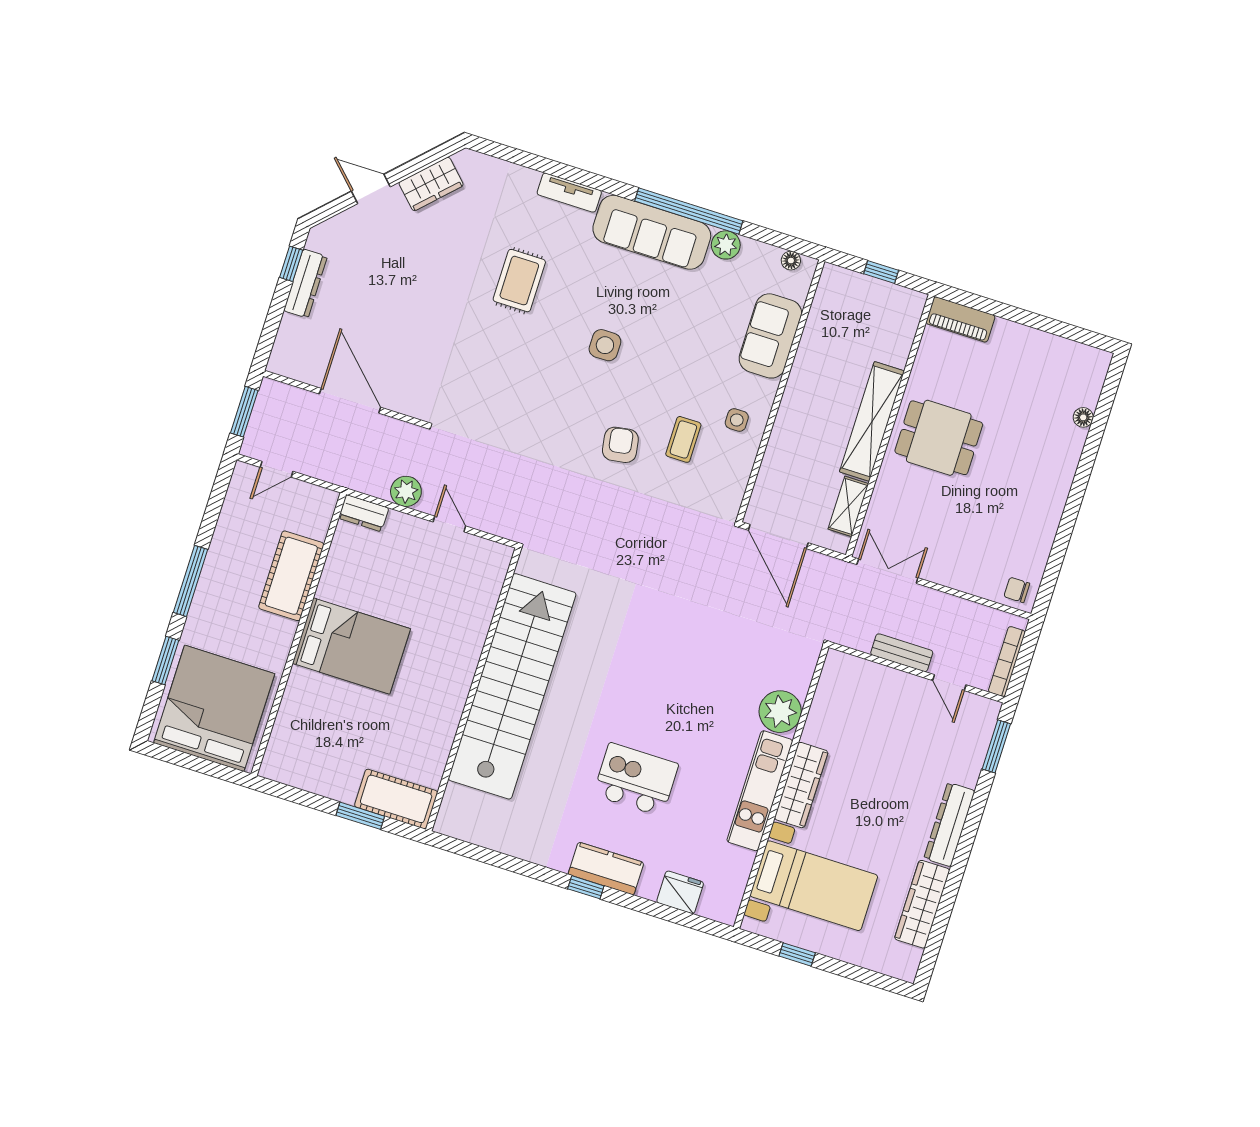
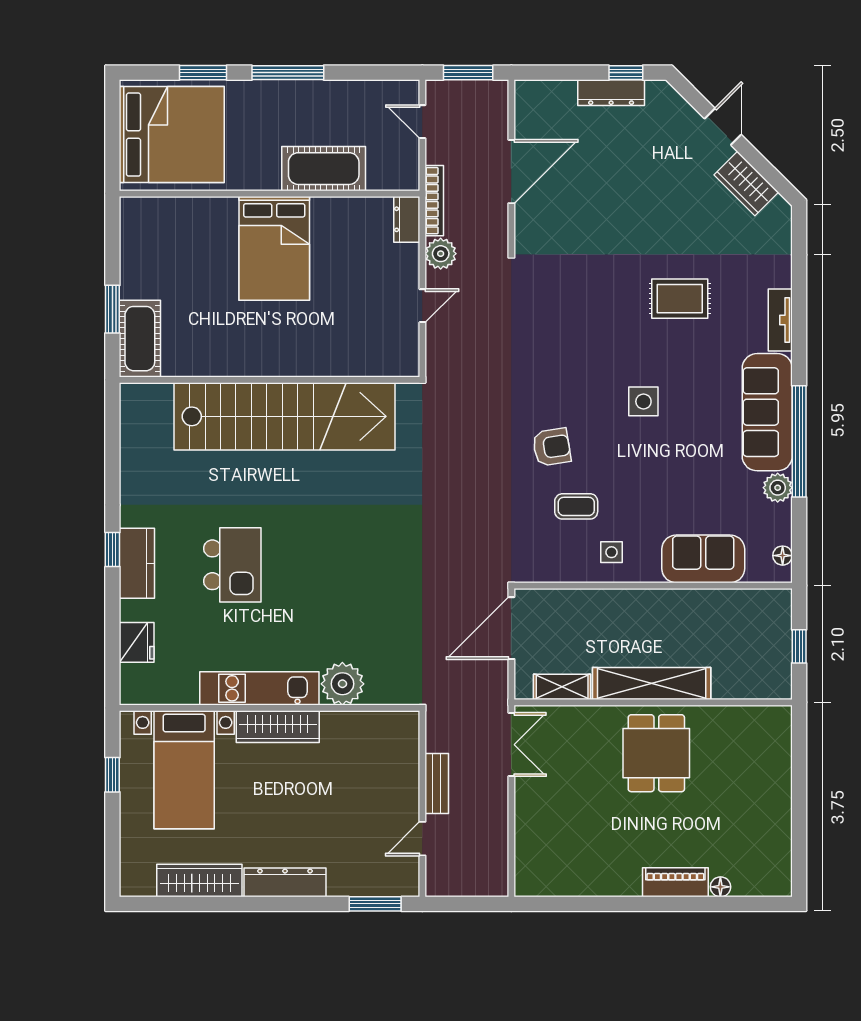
piano: (960, 319) -> (675, 882), moved, turned 90
chair: (1017, 590) -> (533, 876), removed
bookcase: (1007, 662) -> (434, 201), moved, turned 90

